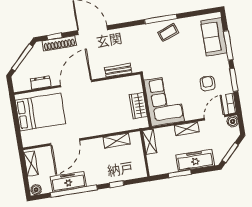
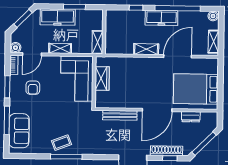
bench: (118, 70) -> (120, 115), width x1.36
shelving: (117, 141) -> (146, 49), moved
freezer: (68, 182) -> (161, 18), moved

